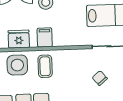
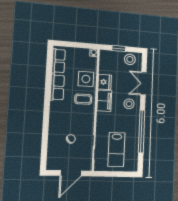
filing cabinet: (45, 37) -> (104, 101), width x2.00

